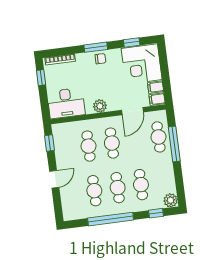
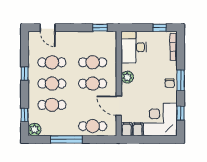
window: (174, 144) -> (66, 139), moved
door: (54, 179) -> (48, 28), moved
window: (111, 219) -> (25, 74), width x0.32

